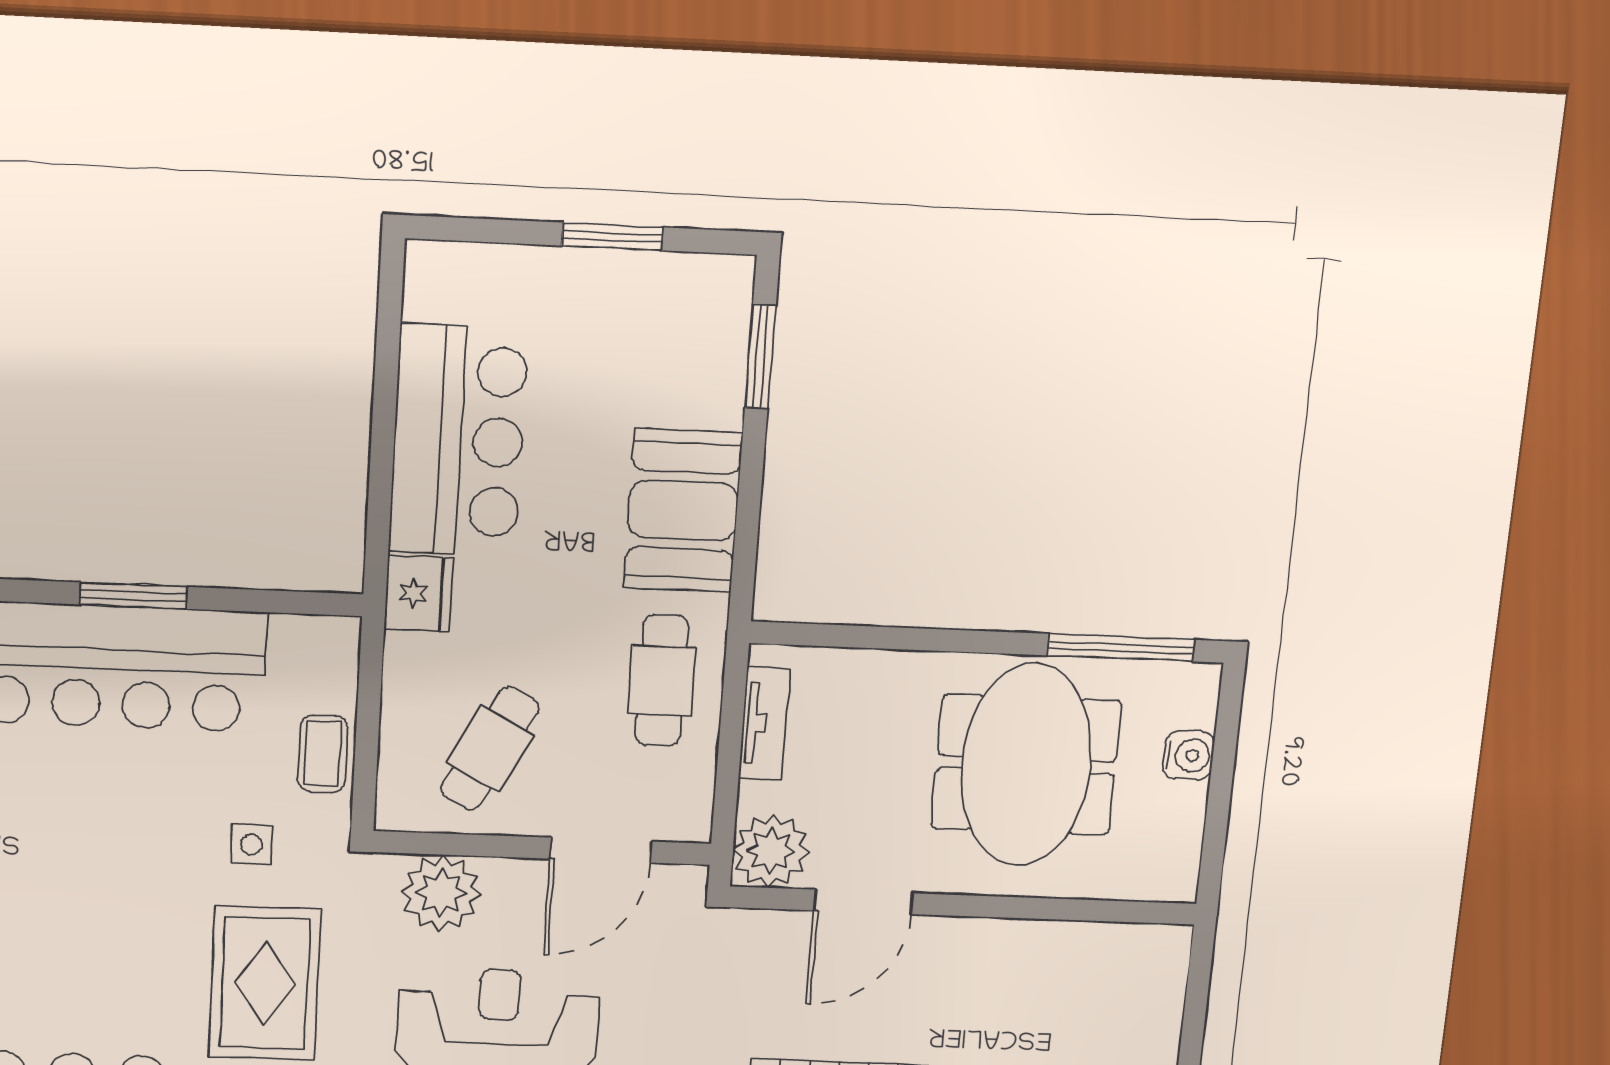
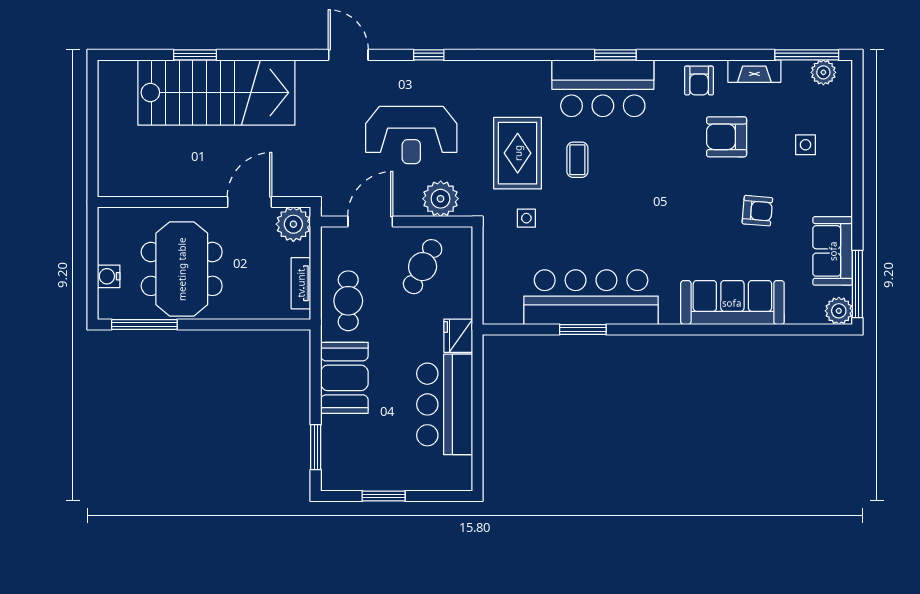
coffee table: (323, 754) -> (577, 160), moved

